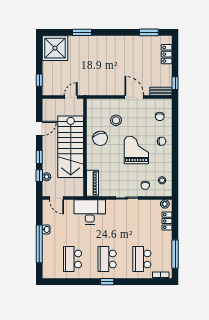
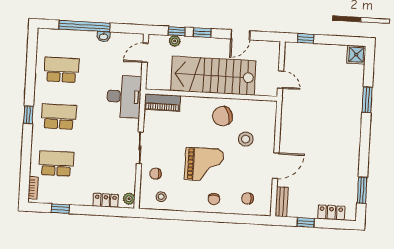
shower: (55, 48) -> (356, 55), width x0.54, depth x0.54
window: (175, 83) -> (306, 222), moved
door: (39, 128) -> (240, 35), hinge flipped
window: (175, 254) -> (60, 209), width x0.46

